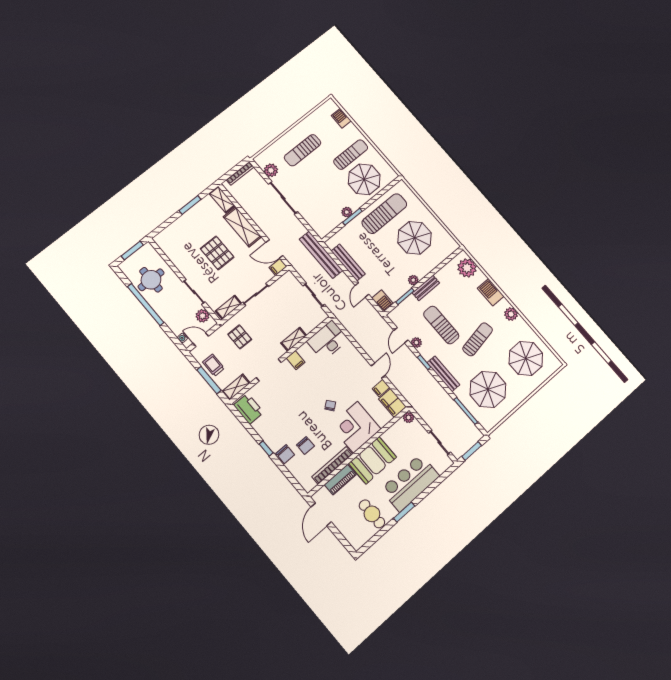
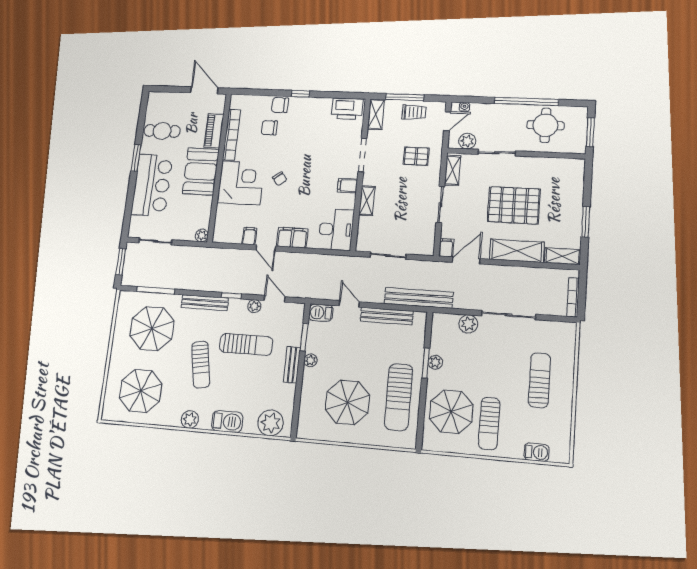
plant: (271, 170) -> (468, 324), moved
pallet: (217, 253) -> (514, 205), width x1.37, depth x1.41
filing cabinet: (392, 403) -> (292, 238), moved

